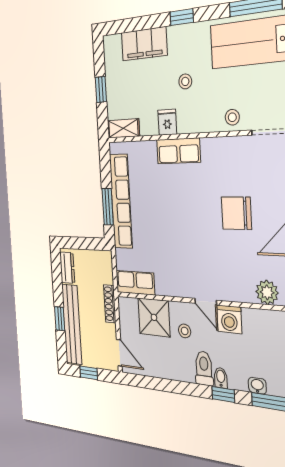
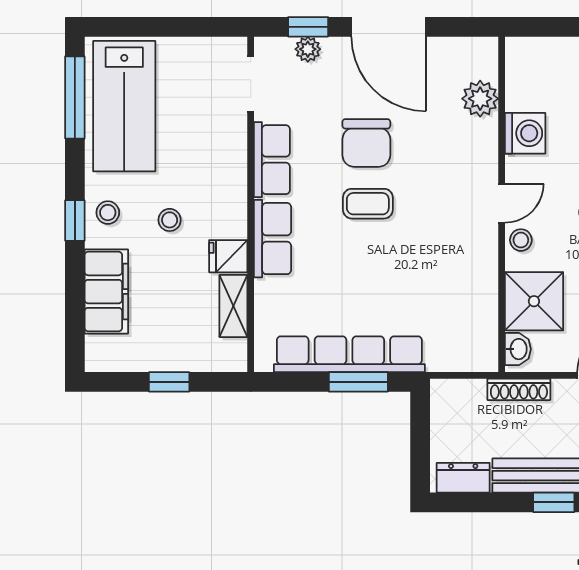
stool: (232, 117) -> (108, 213), moved
shelving: (123, 128) -> (233, 306), moved
coffee table: (201, 214) -> (368, 204), added
row of seats: (135, 283) -> (272, 160), moved, turned 180
washbasin: (129, 305) -> (518, 349), added
washing machine: (229, 319) -> (525, 133), moved
stool: (185, 331) -> (521, 240), moved

